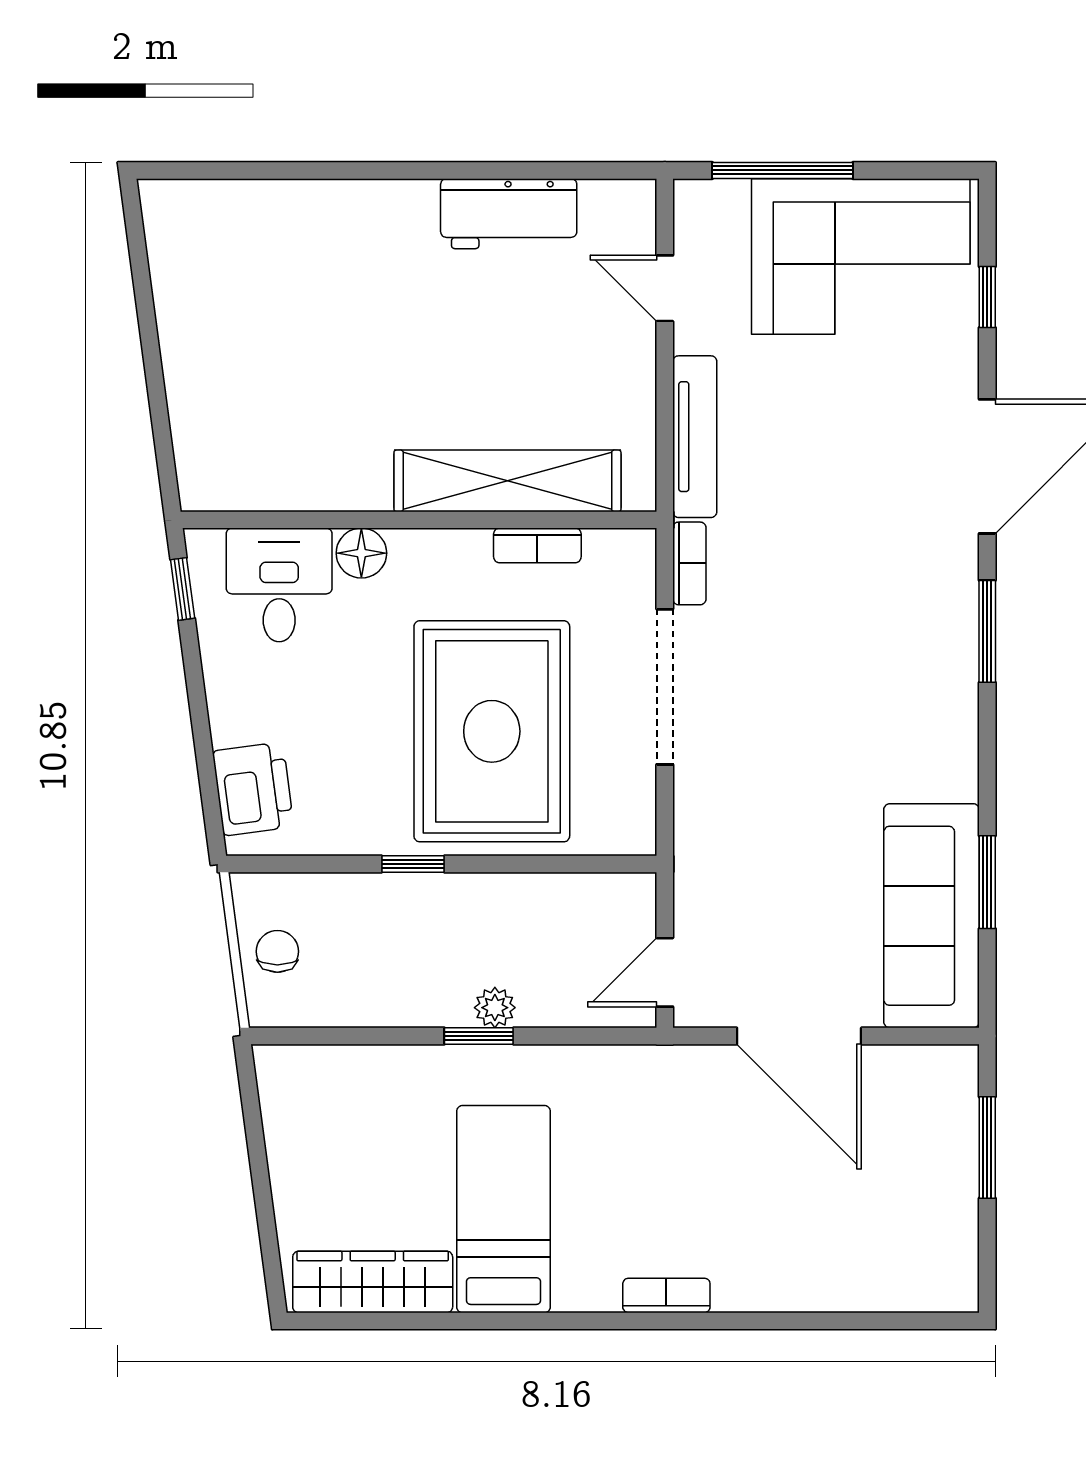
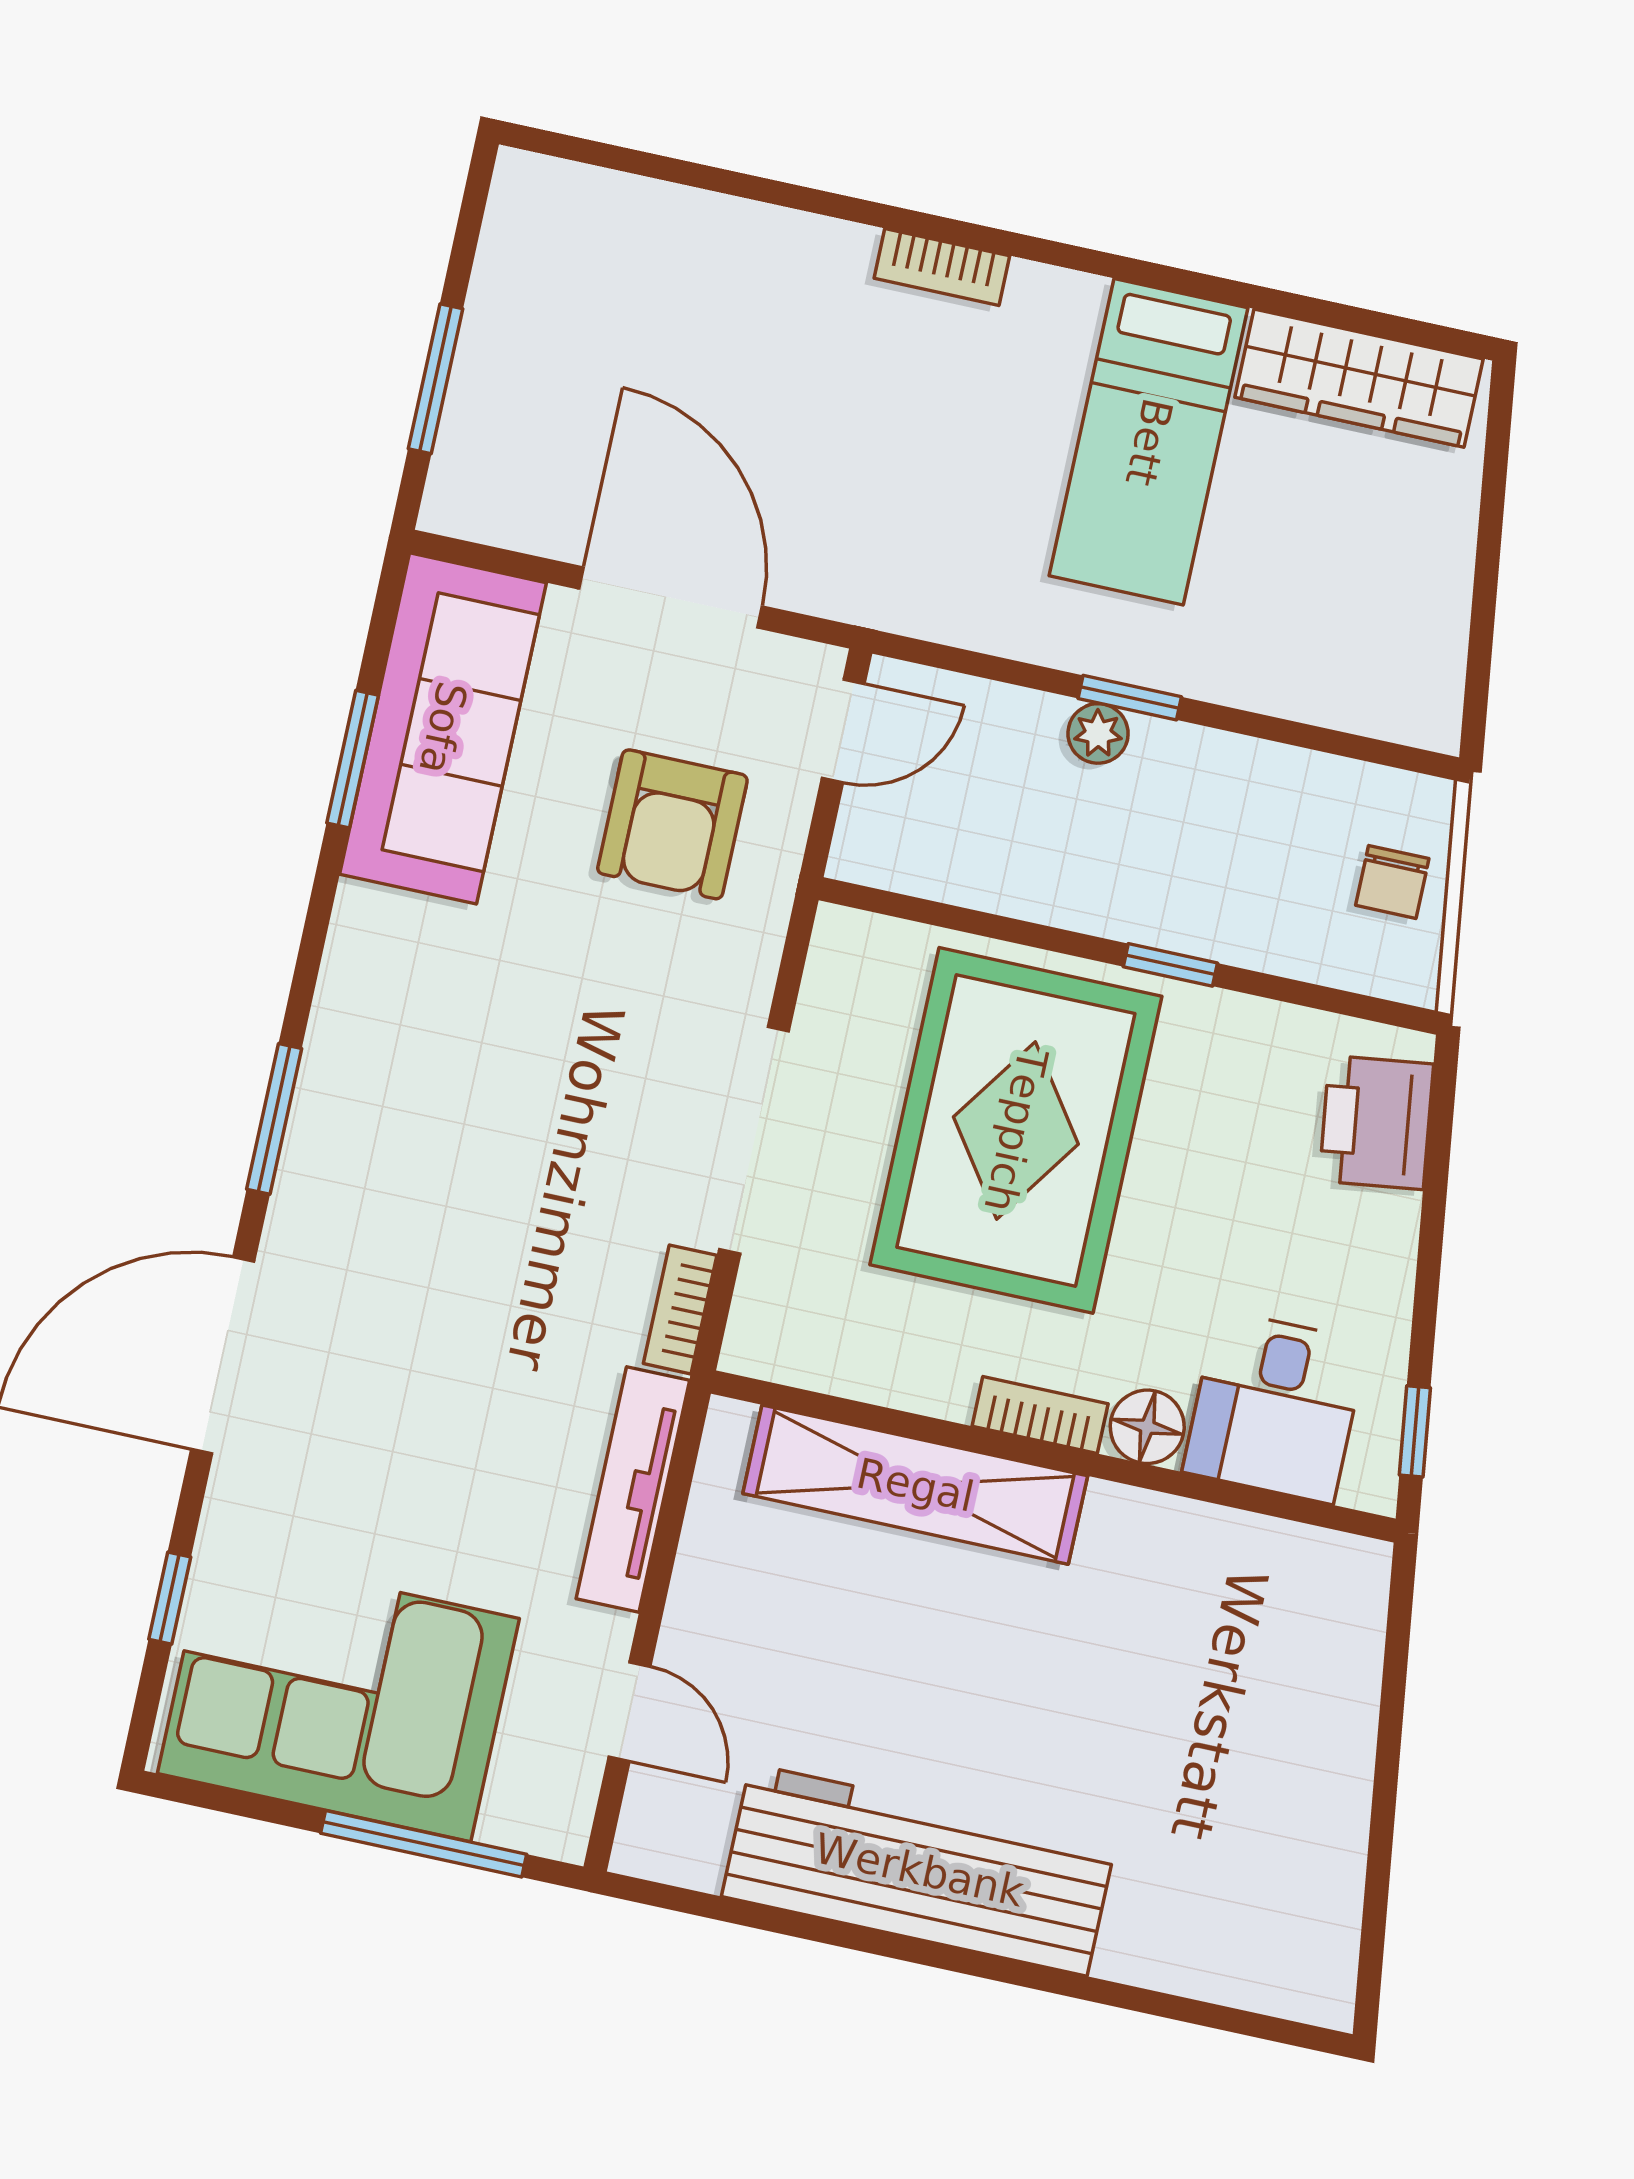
workbench: (509, 214) -> (919, 1870), width x1.88, depth x1.32
bookcase: (537, 545) -> (1040, 1415), moved
armchair: (765, 885) -> (672, 824), added

